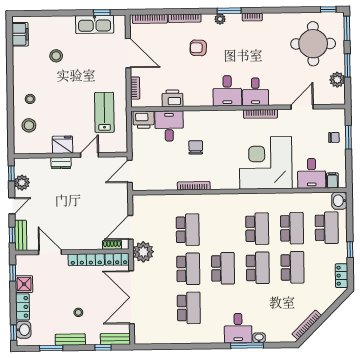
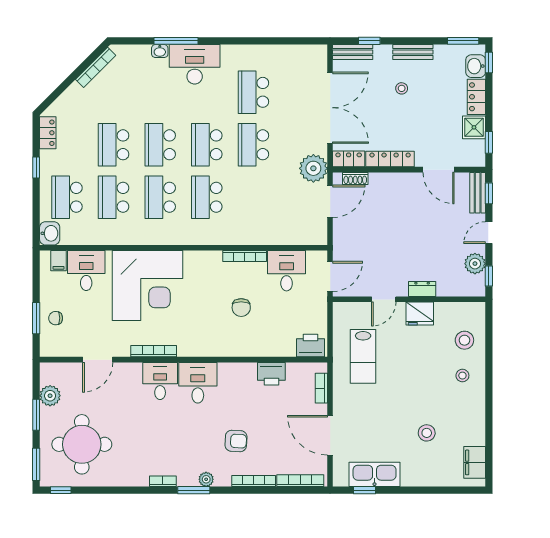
desk: (169, 126) -> (287, 271), moved, turned 180
school desk: (188, 230) -> (207, 197), moved
desk: (238, 328) -> (195, 64), width x1.37
window: (51, 348) -> (463, 41), moved

